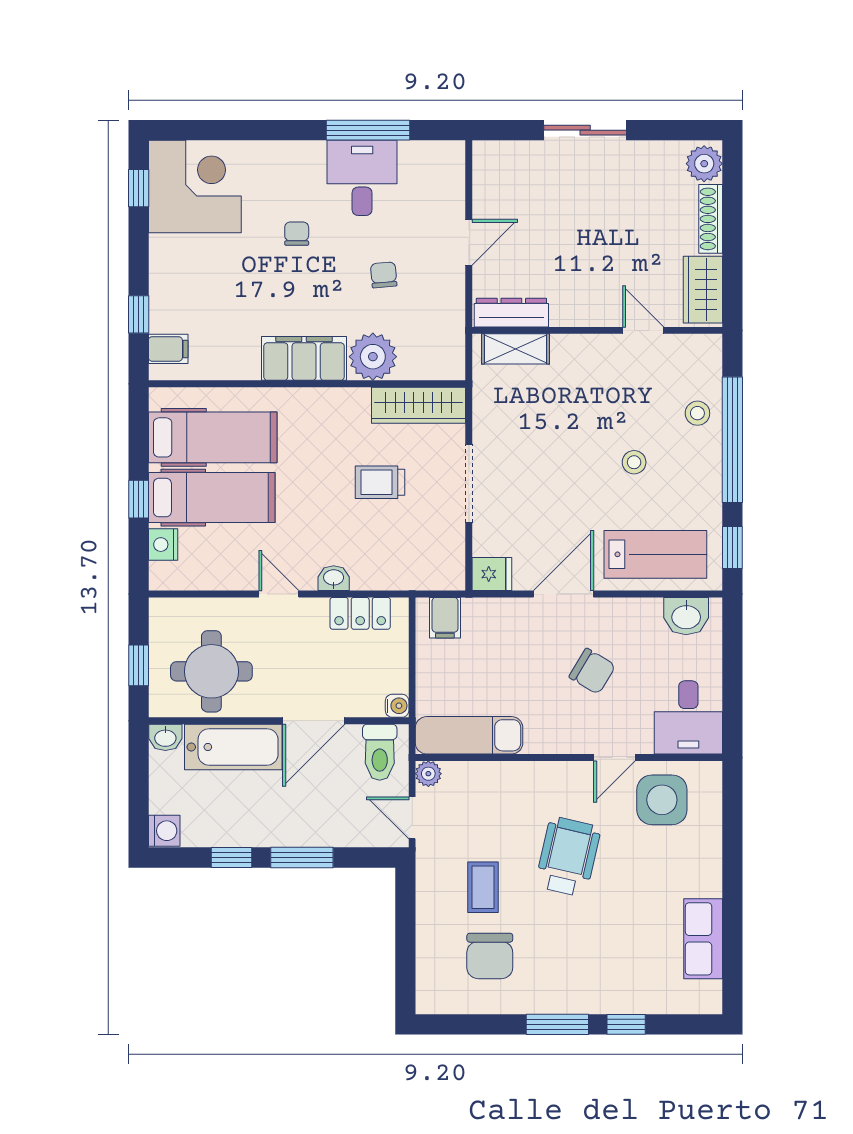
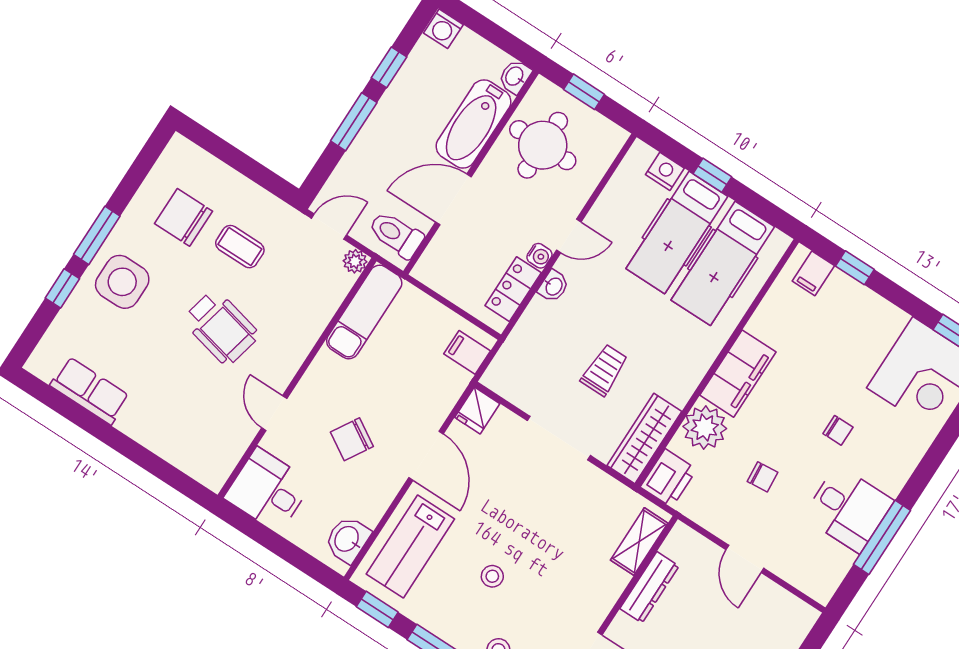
dresser: (511, 313) -> (649, 587), moved
printer: (440, 360) -> (669, 478), added
water cooler: (397, 706) -> (539, 256), moved, turned -90
door: (314, 721) -> (453, 199), hinge flipped
side table: (662, 800) -> (122, 282), moved

